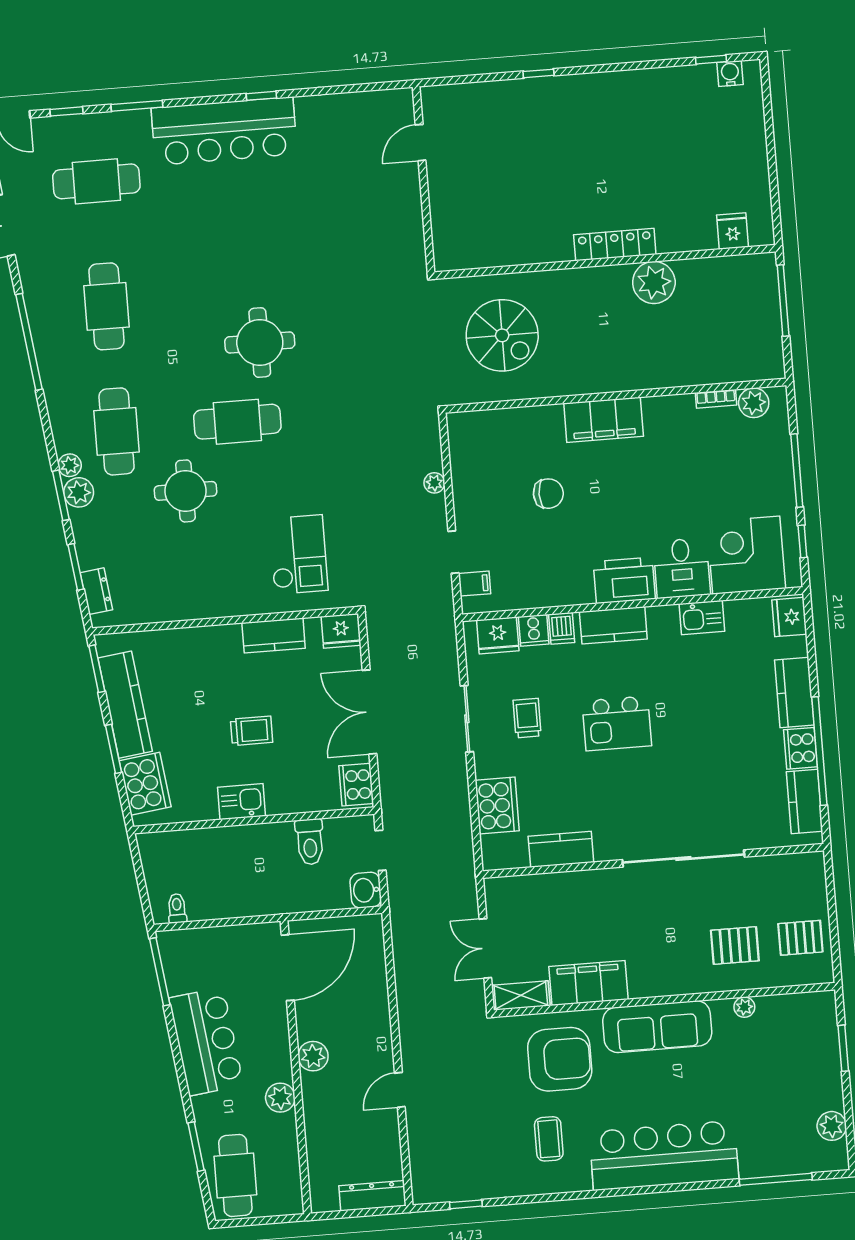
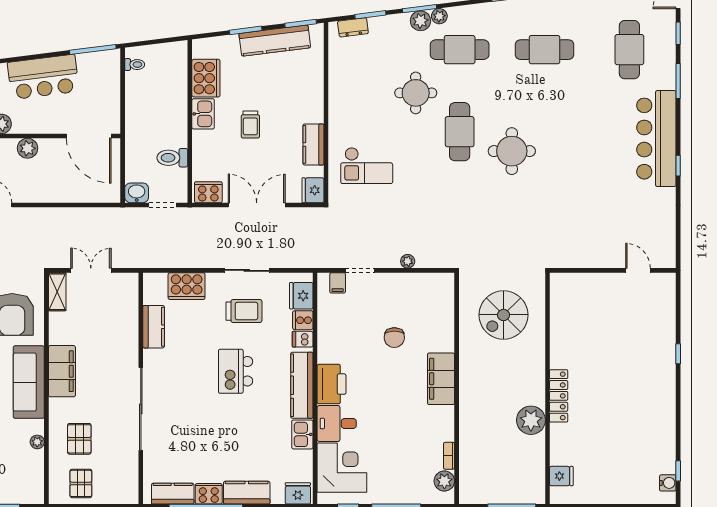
kitchen counter: (613, 625) -> (302, 385), width x1.50
trolley: (527, 718) -> (244, 311), width x1.36, depth x1.39
cooker: (145, 784) -> (206, 78), moved, turned -83
filing cabinet: (589, 983) -> (62, 371), moved

